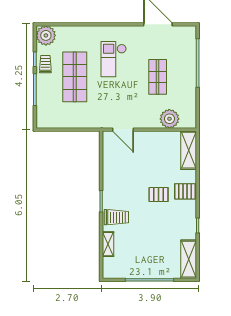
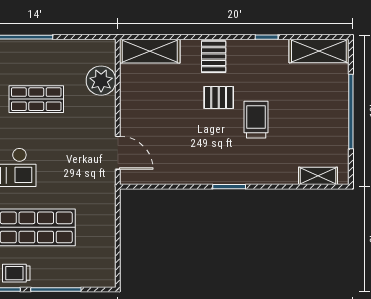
door: (123, 130) -> (118, 153), hinge flipped
pallet: (159, 195) -> (219, 98), turned 90
trolley: (116, 217) -> (256, 120), moved
shelving: (108, 244) -> (318, 176), moved

